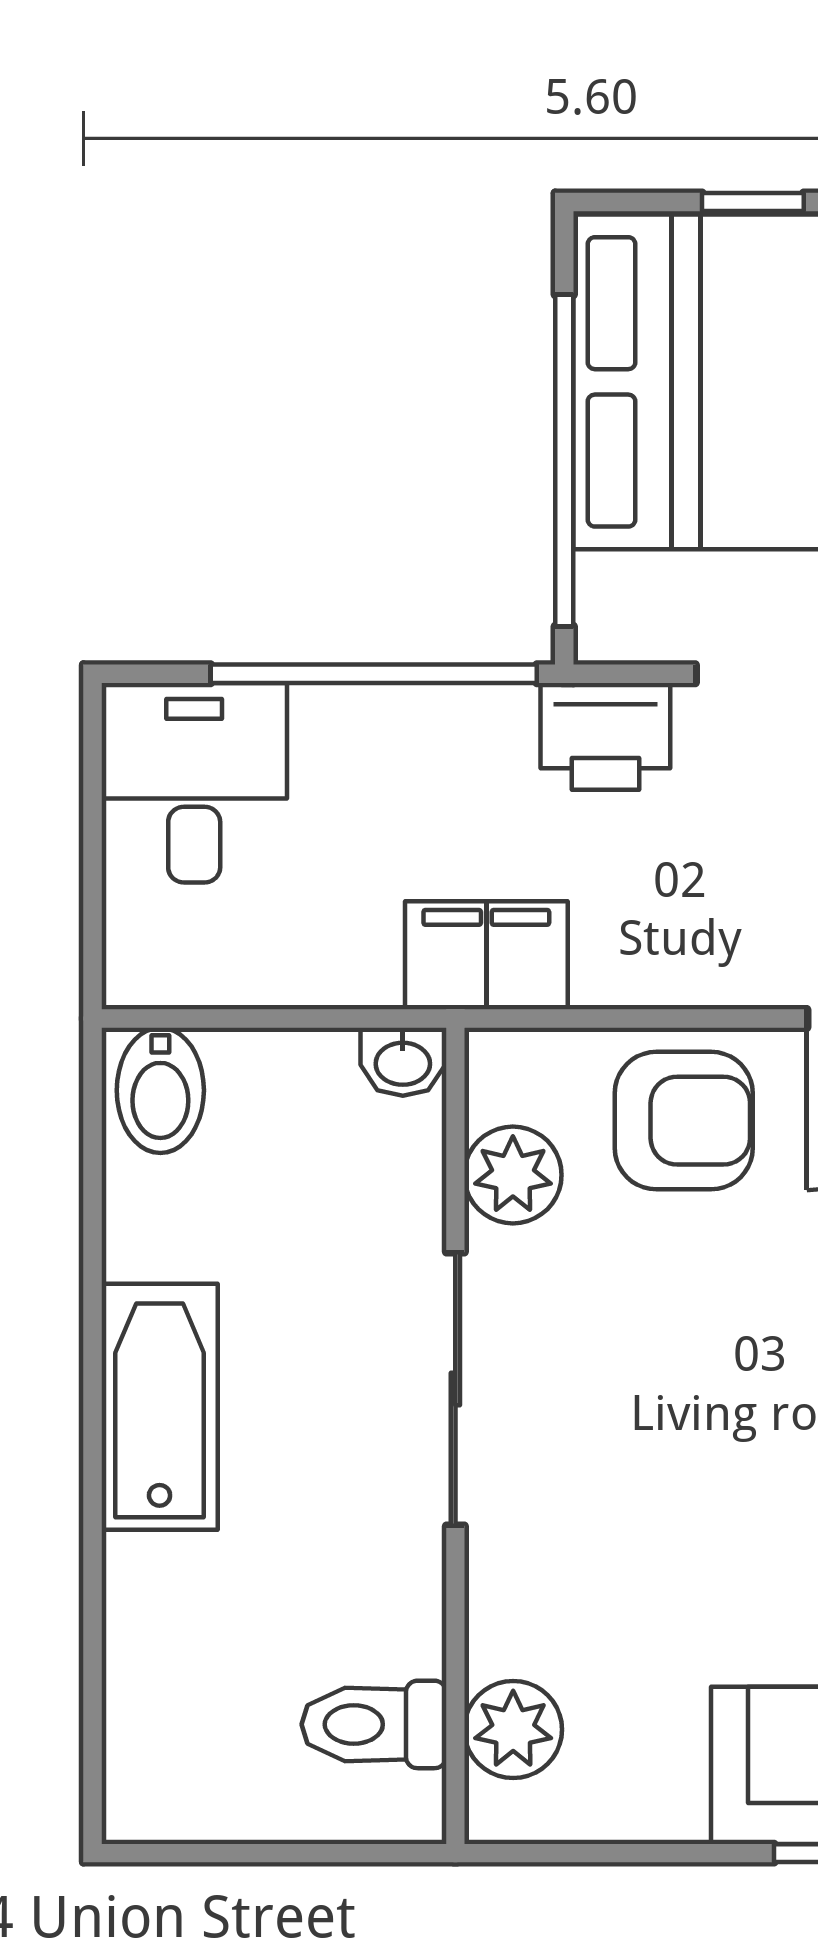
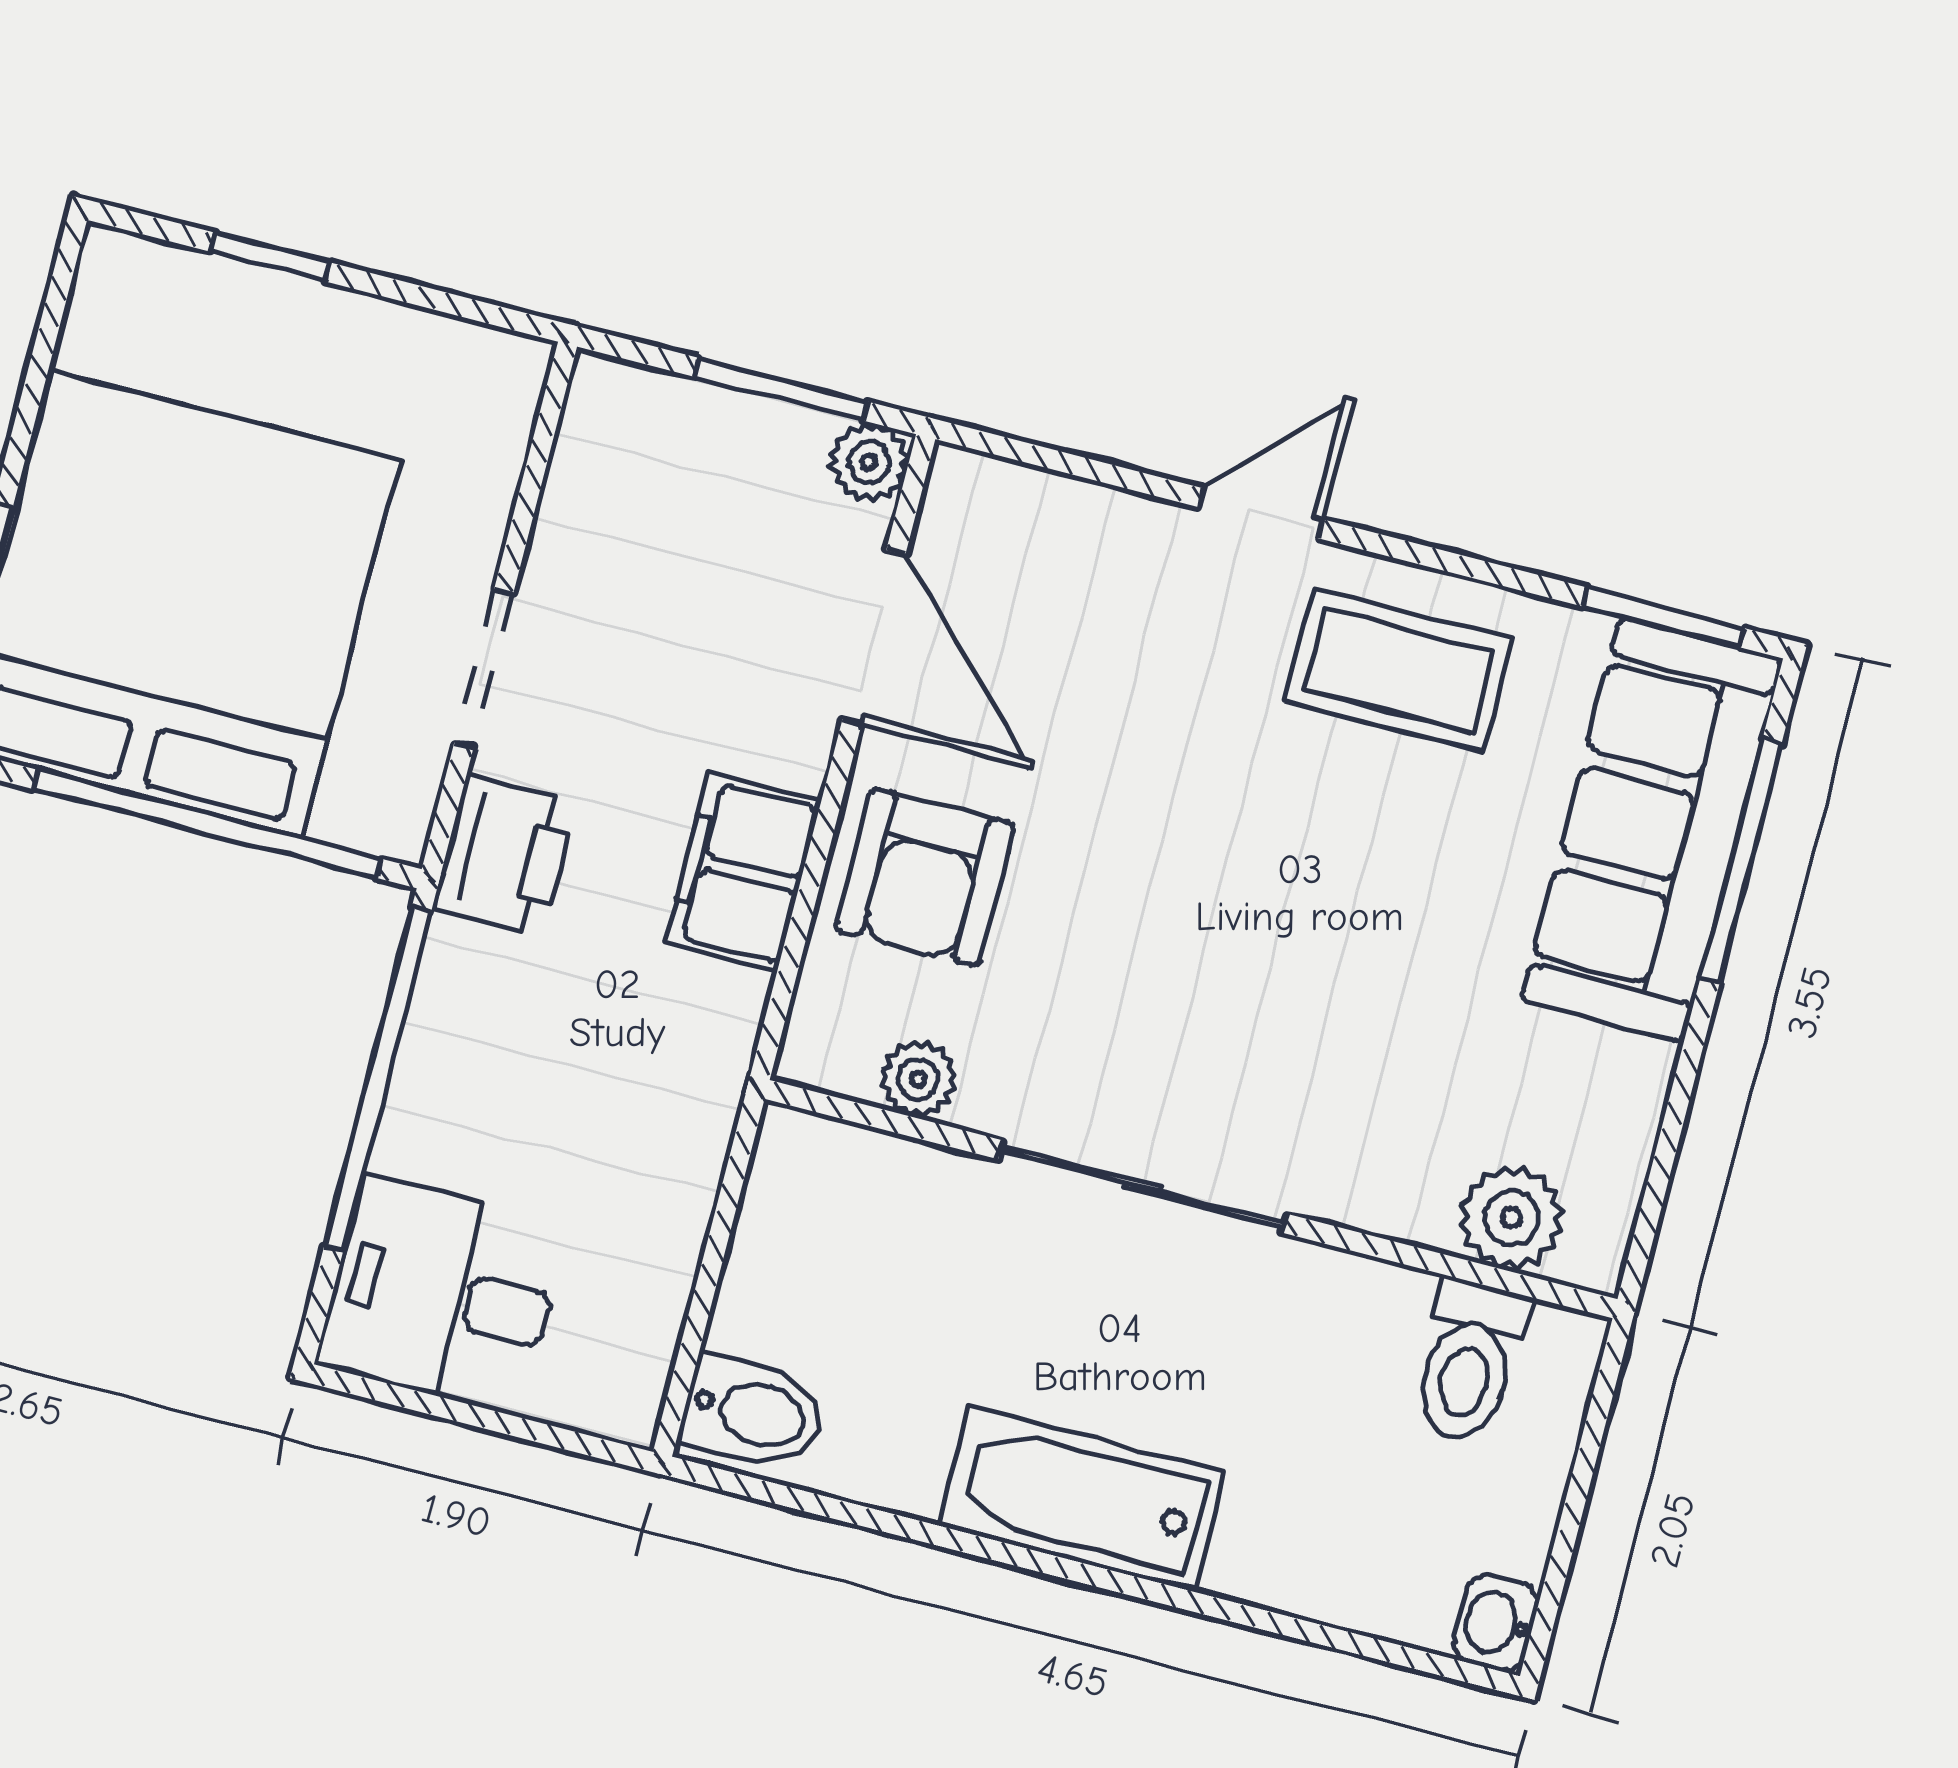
filing cabinet: (486, 955) -> (743, 872), moved
washbasin: (403, 1062) -> (1496, 1623), moved, turned 180
armchair: (684, 1121) -> (925, 877), turned 180
plant: (513, 1175) -> (918, 1079), width x0.73, depth x0.73

